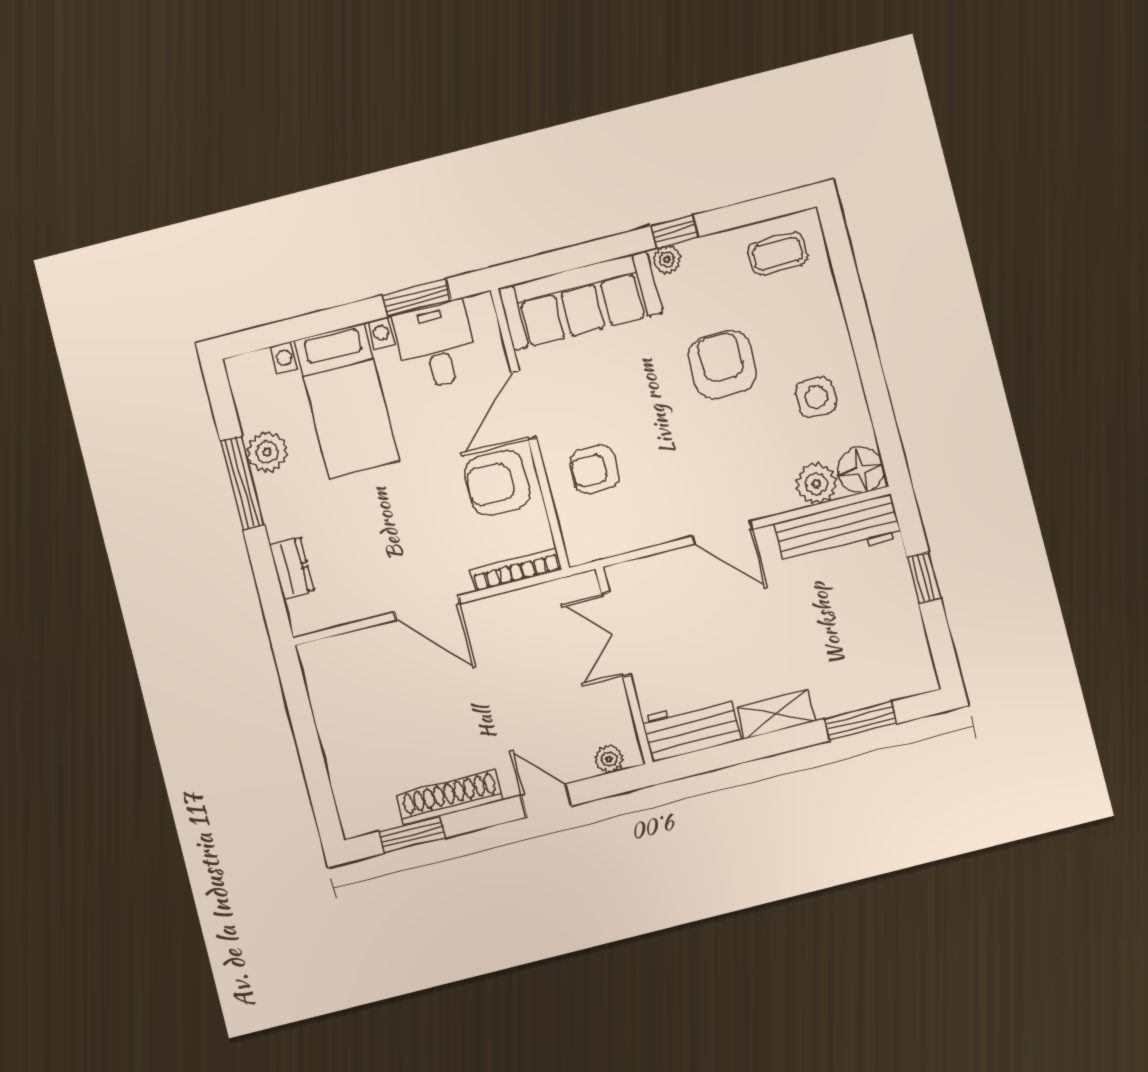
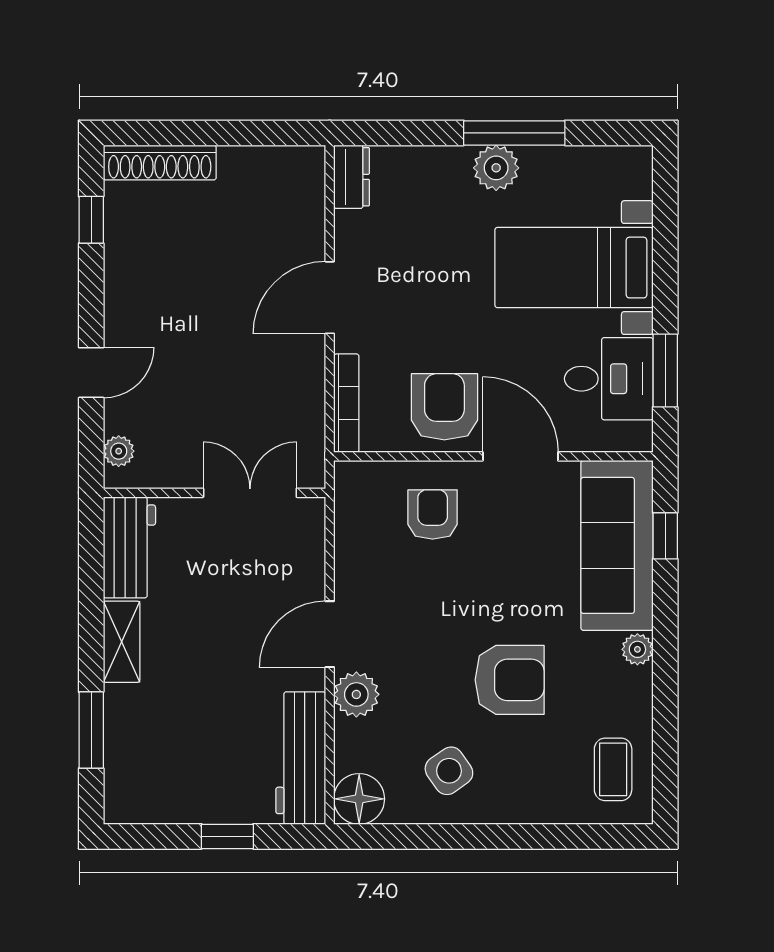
window: (674, 232) -> (665, 536), moved
side table: (816, 397) -> (449, 771), turned -35
plant: (267, 452) -> (496, 168), moved
plant: (816, 484) -> (356, 694), moved
dresser: (292, 568) -> (352, 177), moved, turned -90
shoe rack: (450, 797) -> (160, 163), moved, turned 90
window: (412, 835) -> (91, 220), width x0.67

